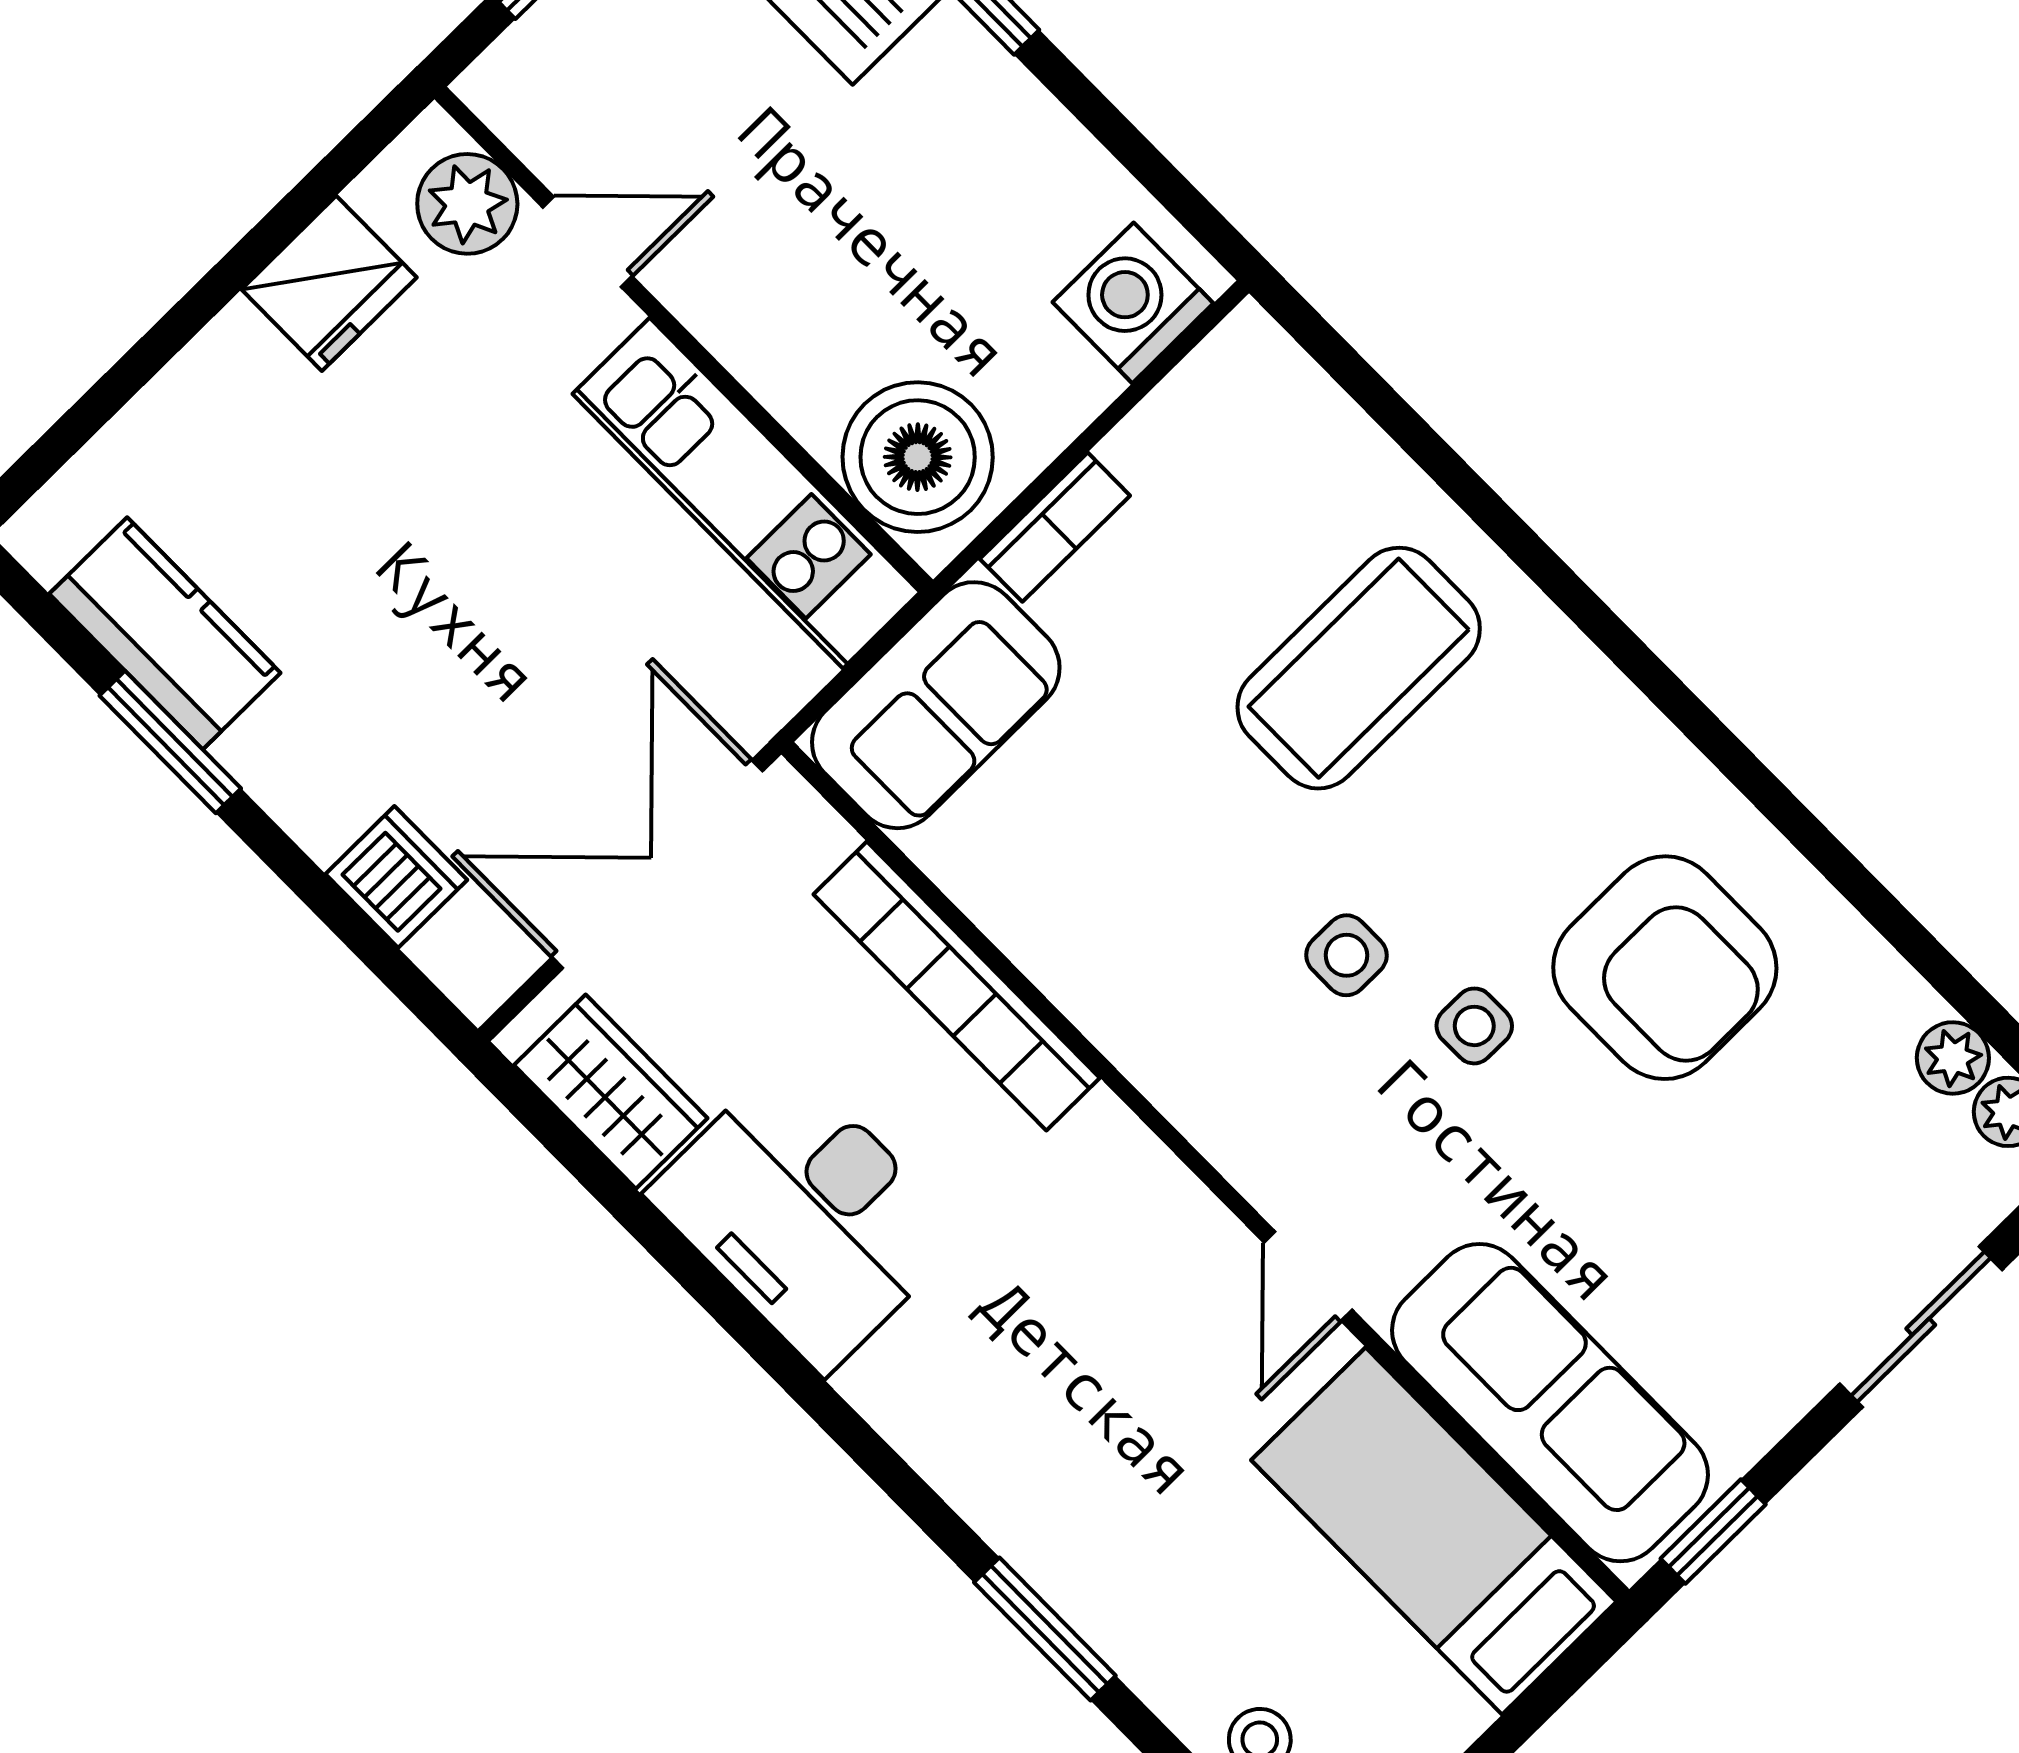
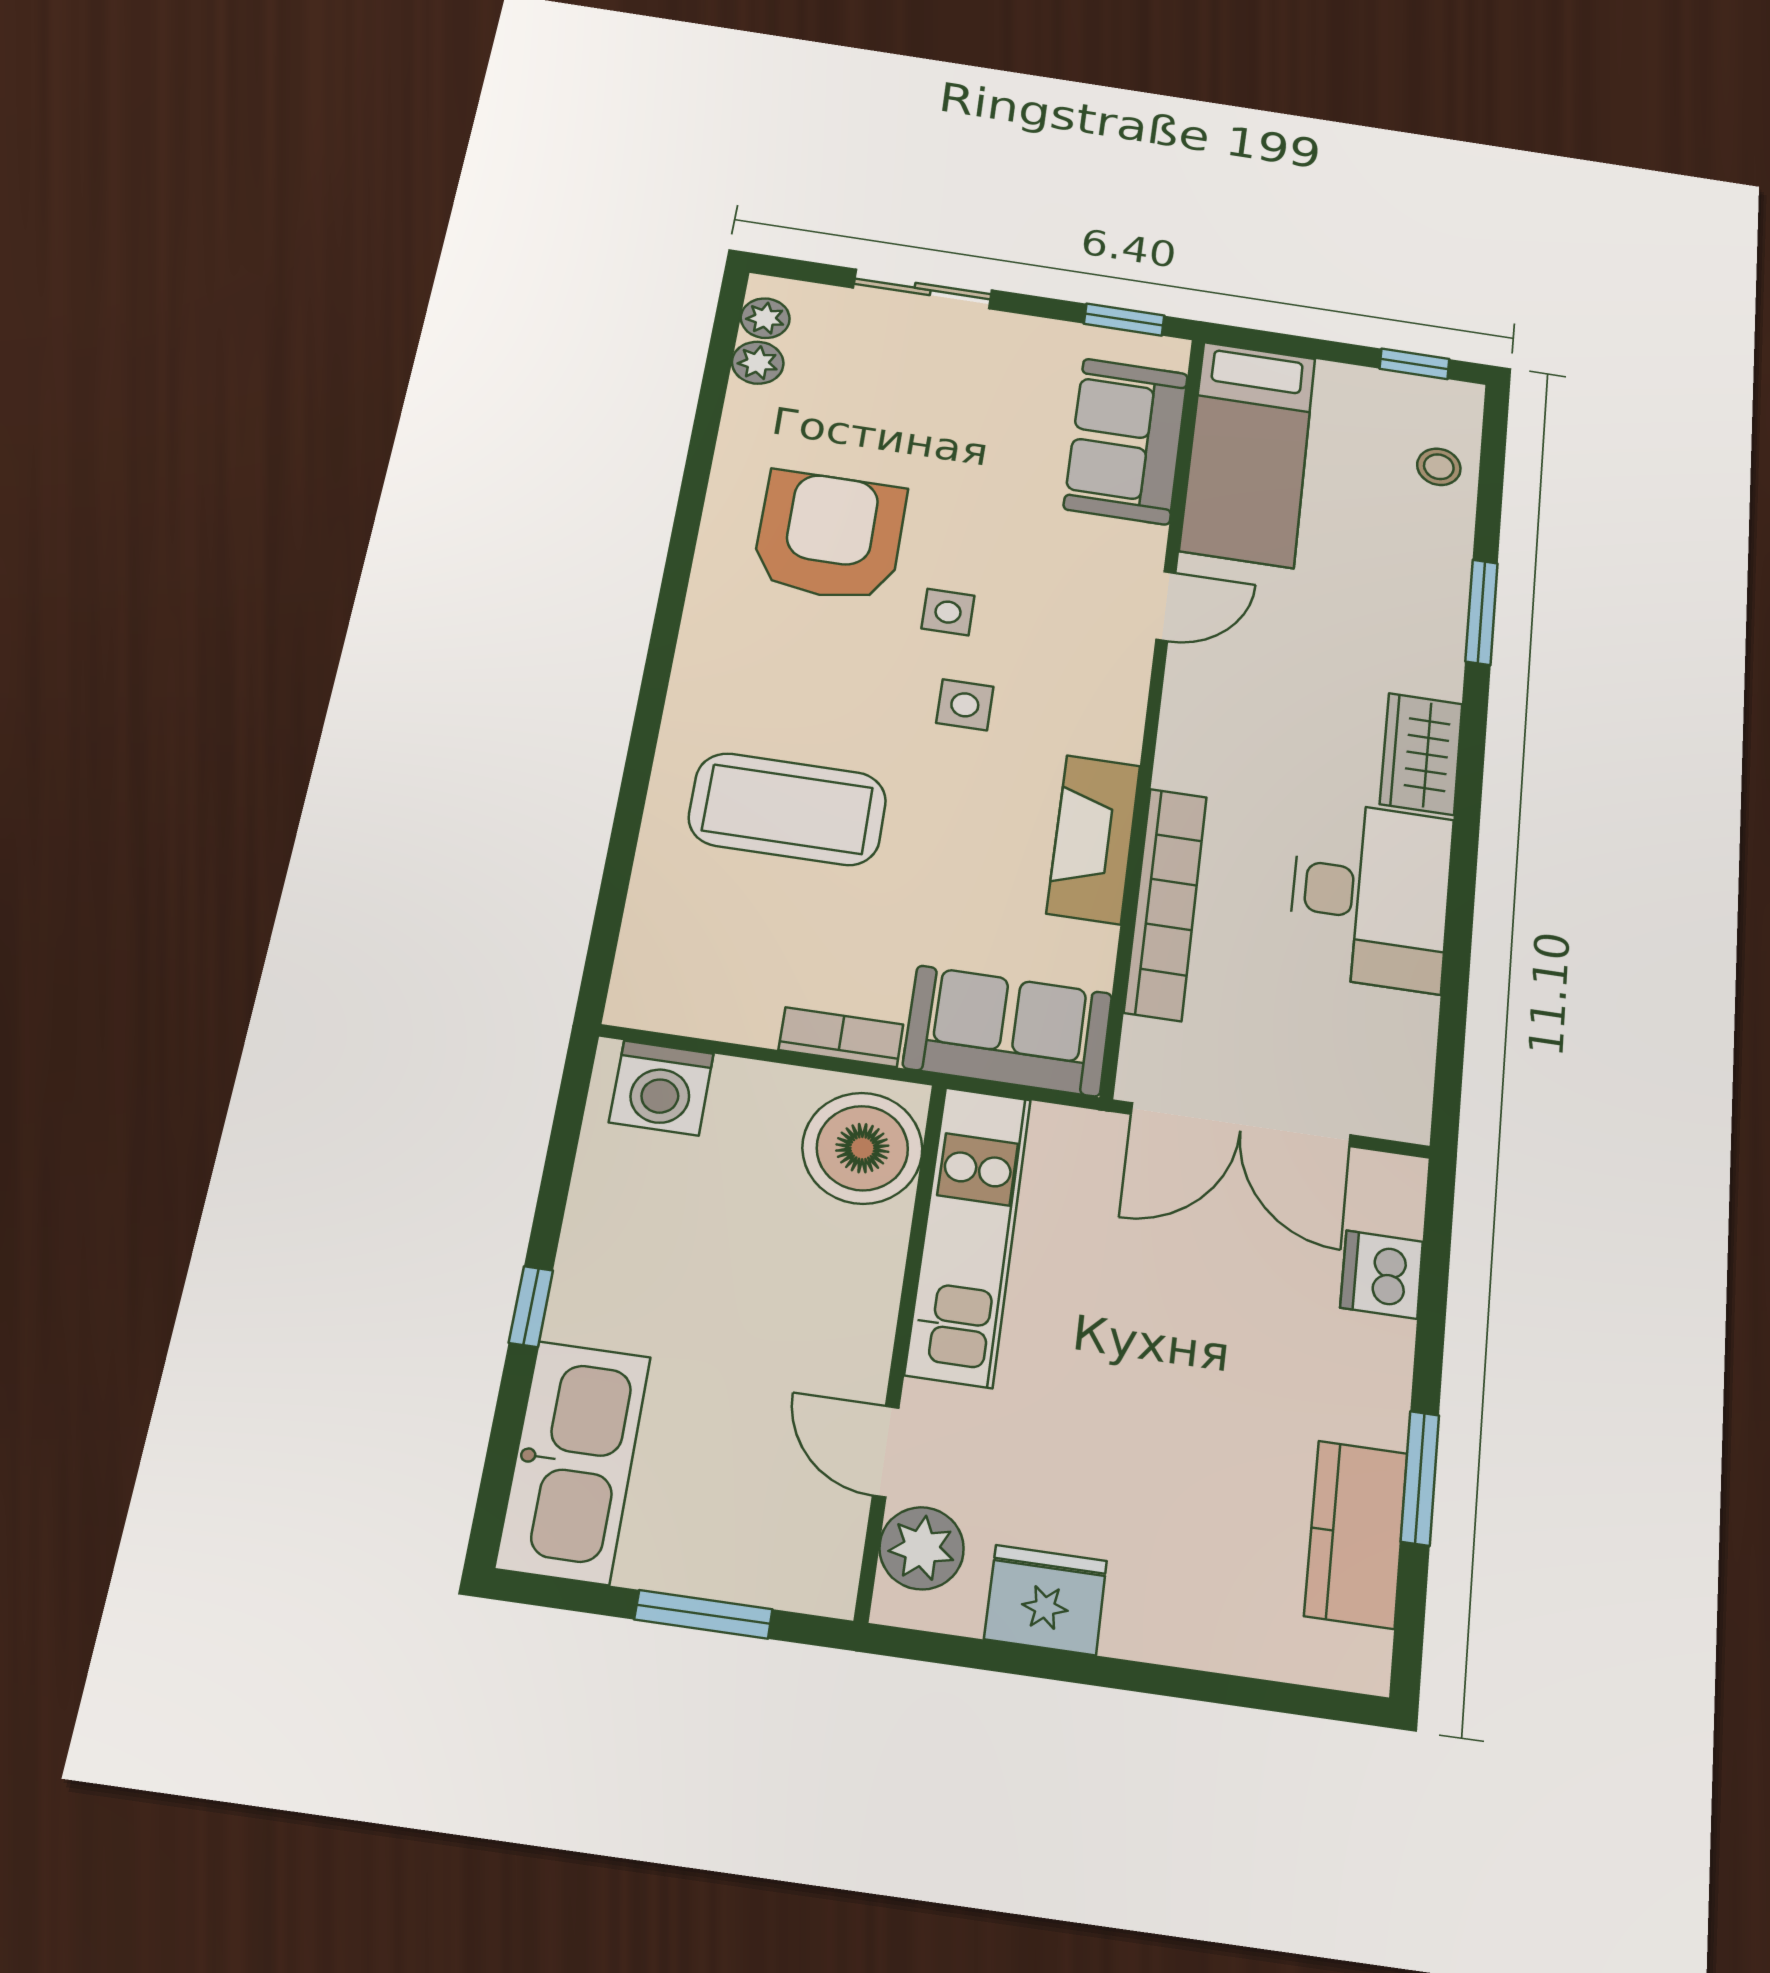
fireplace: (1086, 969) -> (1094, 839), added
wardrobe: (611, 1092) -> (1421, 754), moved
sofa: (1550, 1403) -> (1126, 441), width x0.73

